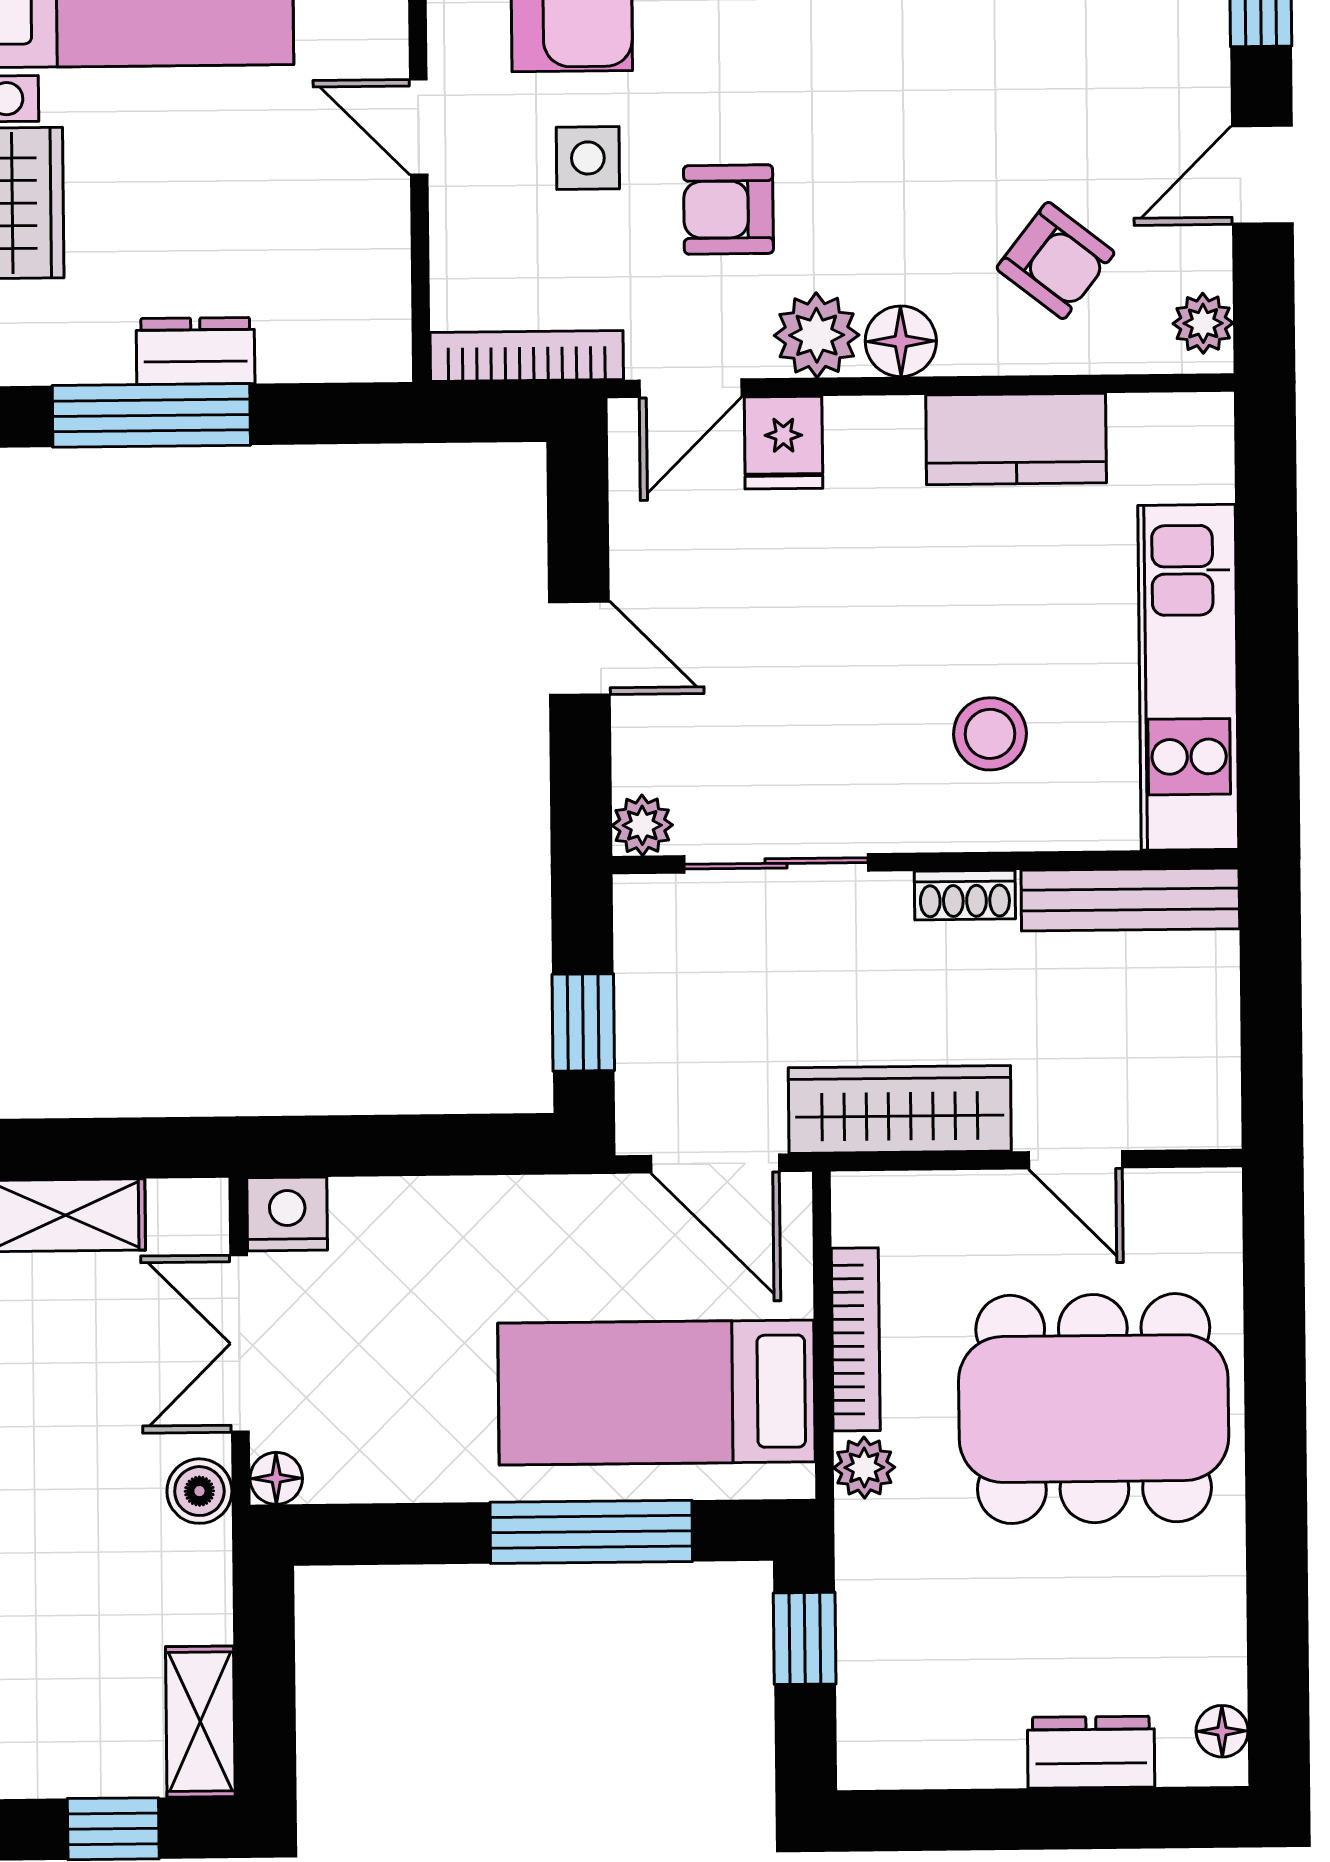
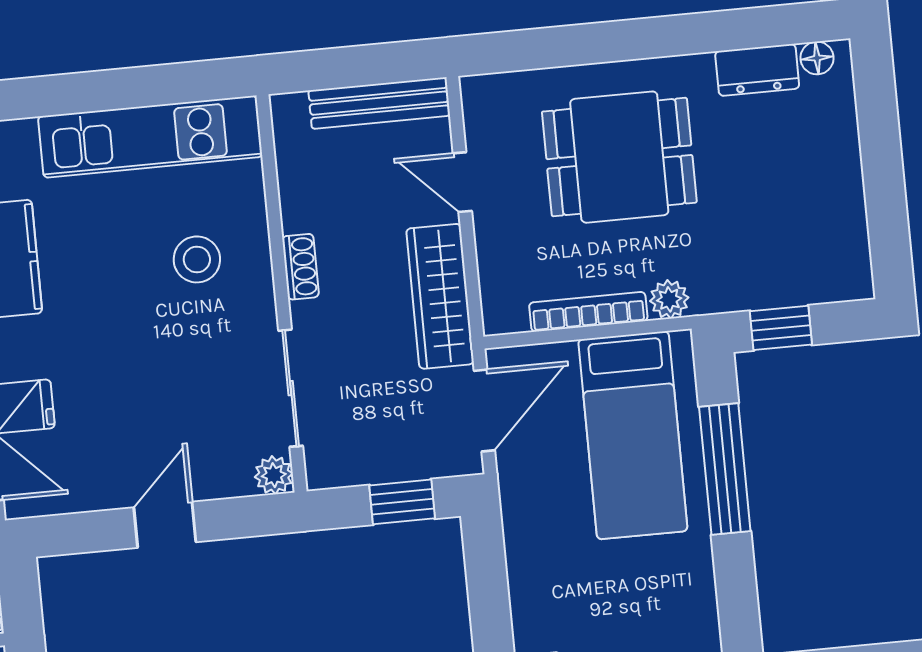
bench: (1130, 899) -> (379, 103), moved, turned 90
door: (1075, 1160) -> (462, 182), swing flipped
dining table: (1094, 1409) -> (619, 157), width x0.73
dresser: (1091, 1752) -> (757, 70), moved, turned -90

